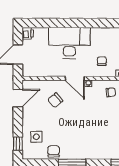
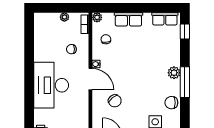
door: (75, 78) -> (90, 79), hinge flipped
plant: (81, 154) -> (174, 73), added

